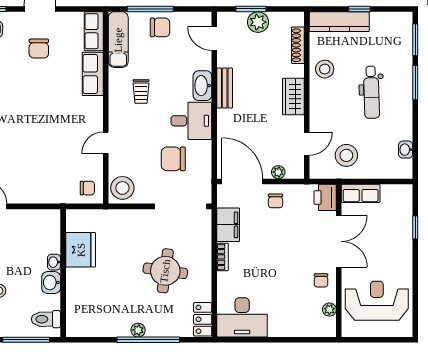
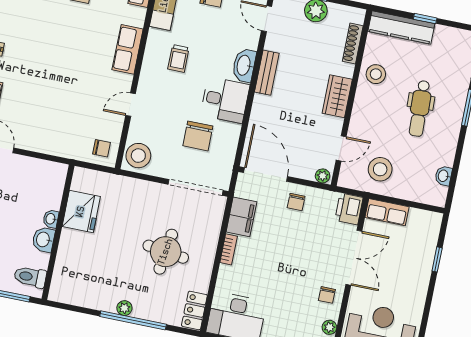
row of seats: (93, 74) -> (128, 49), moved
chair: (173, 159) -> (198, 136), turned -90
plant: (278, 172) -> (323, 176), moved

